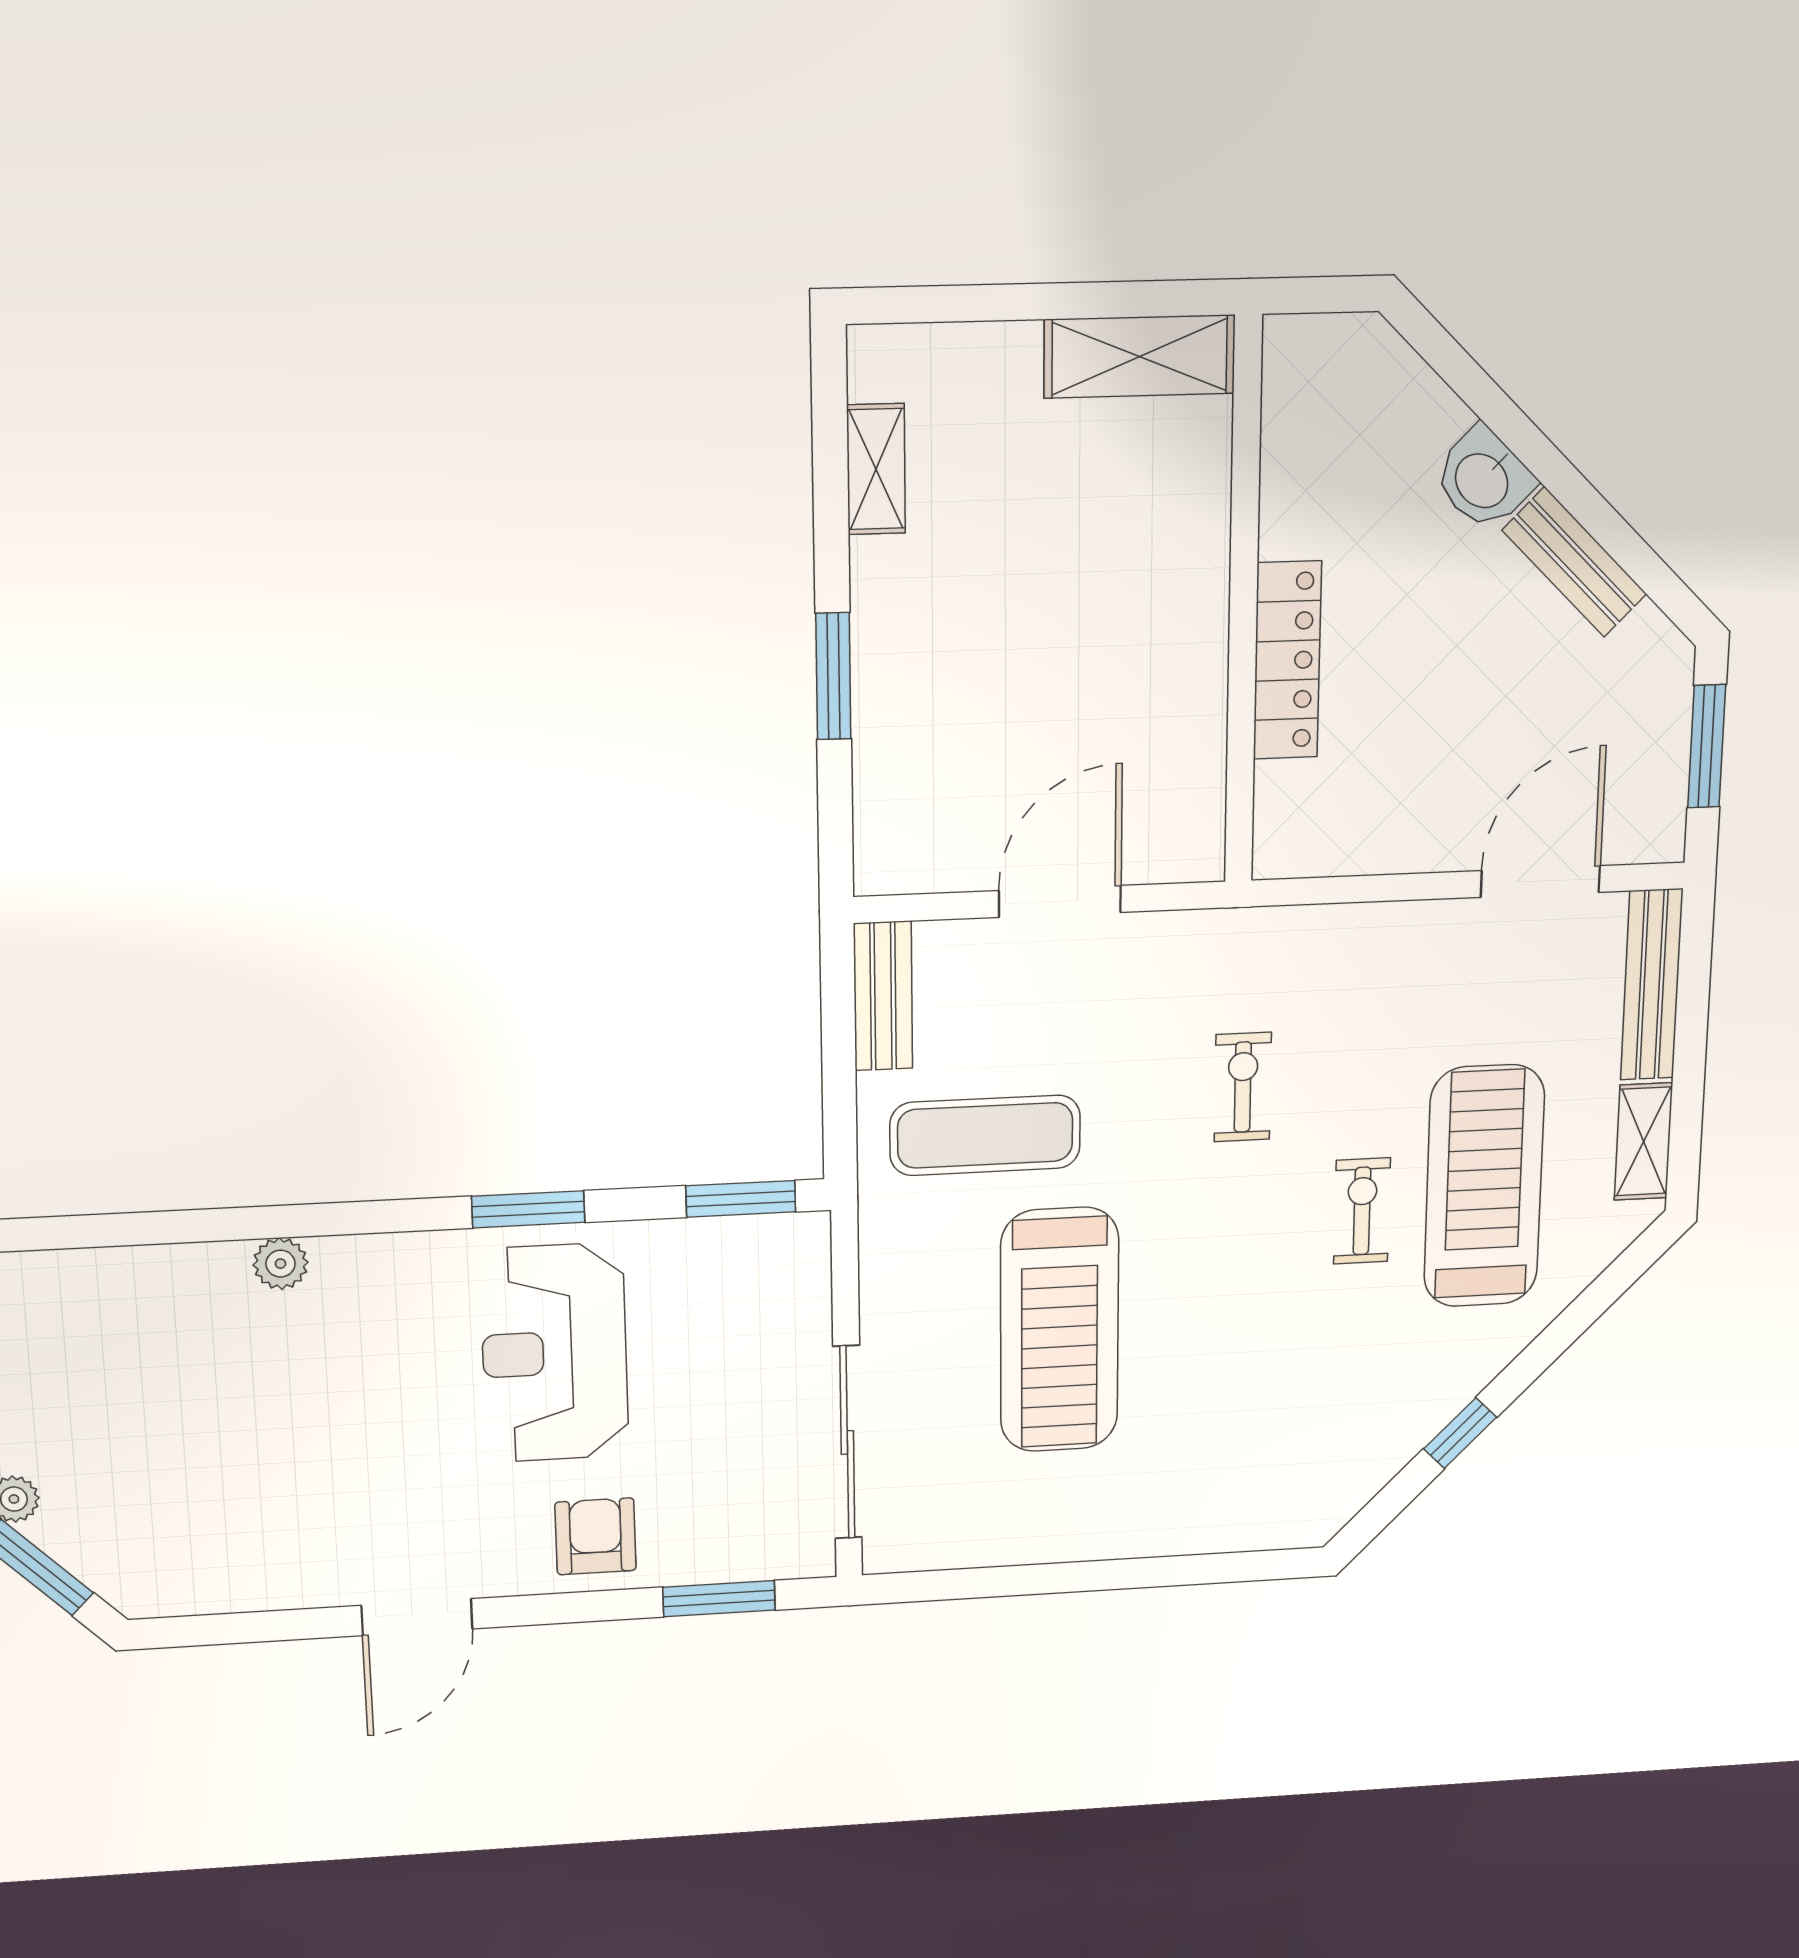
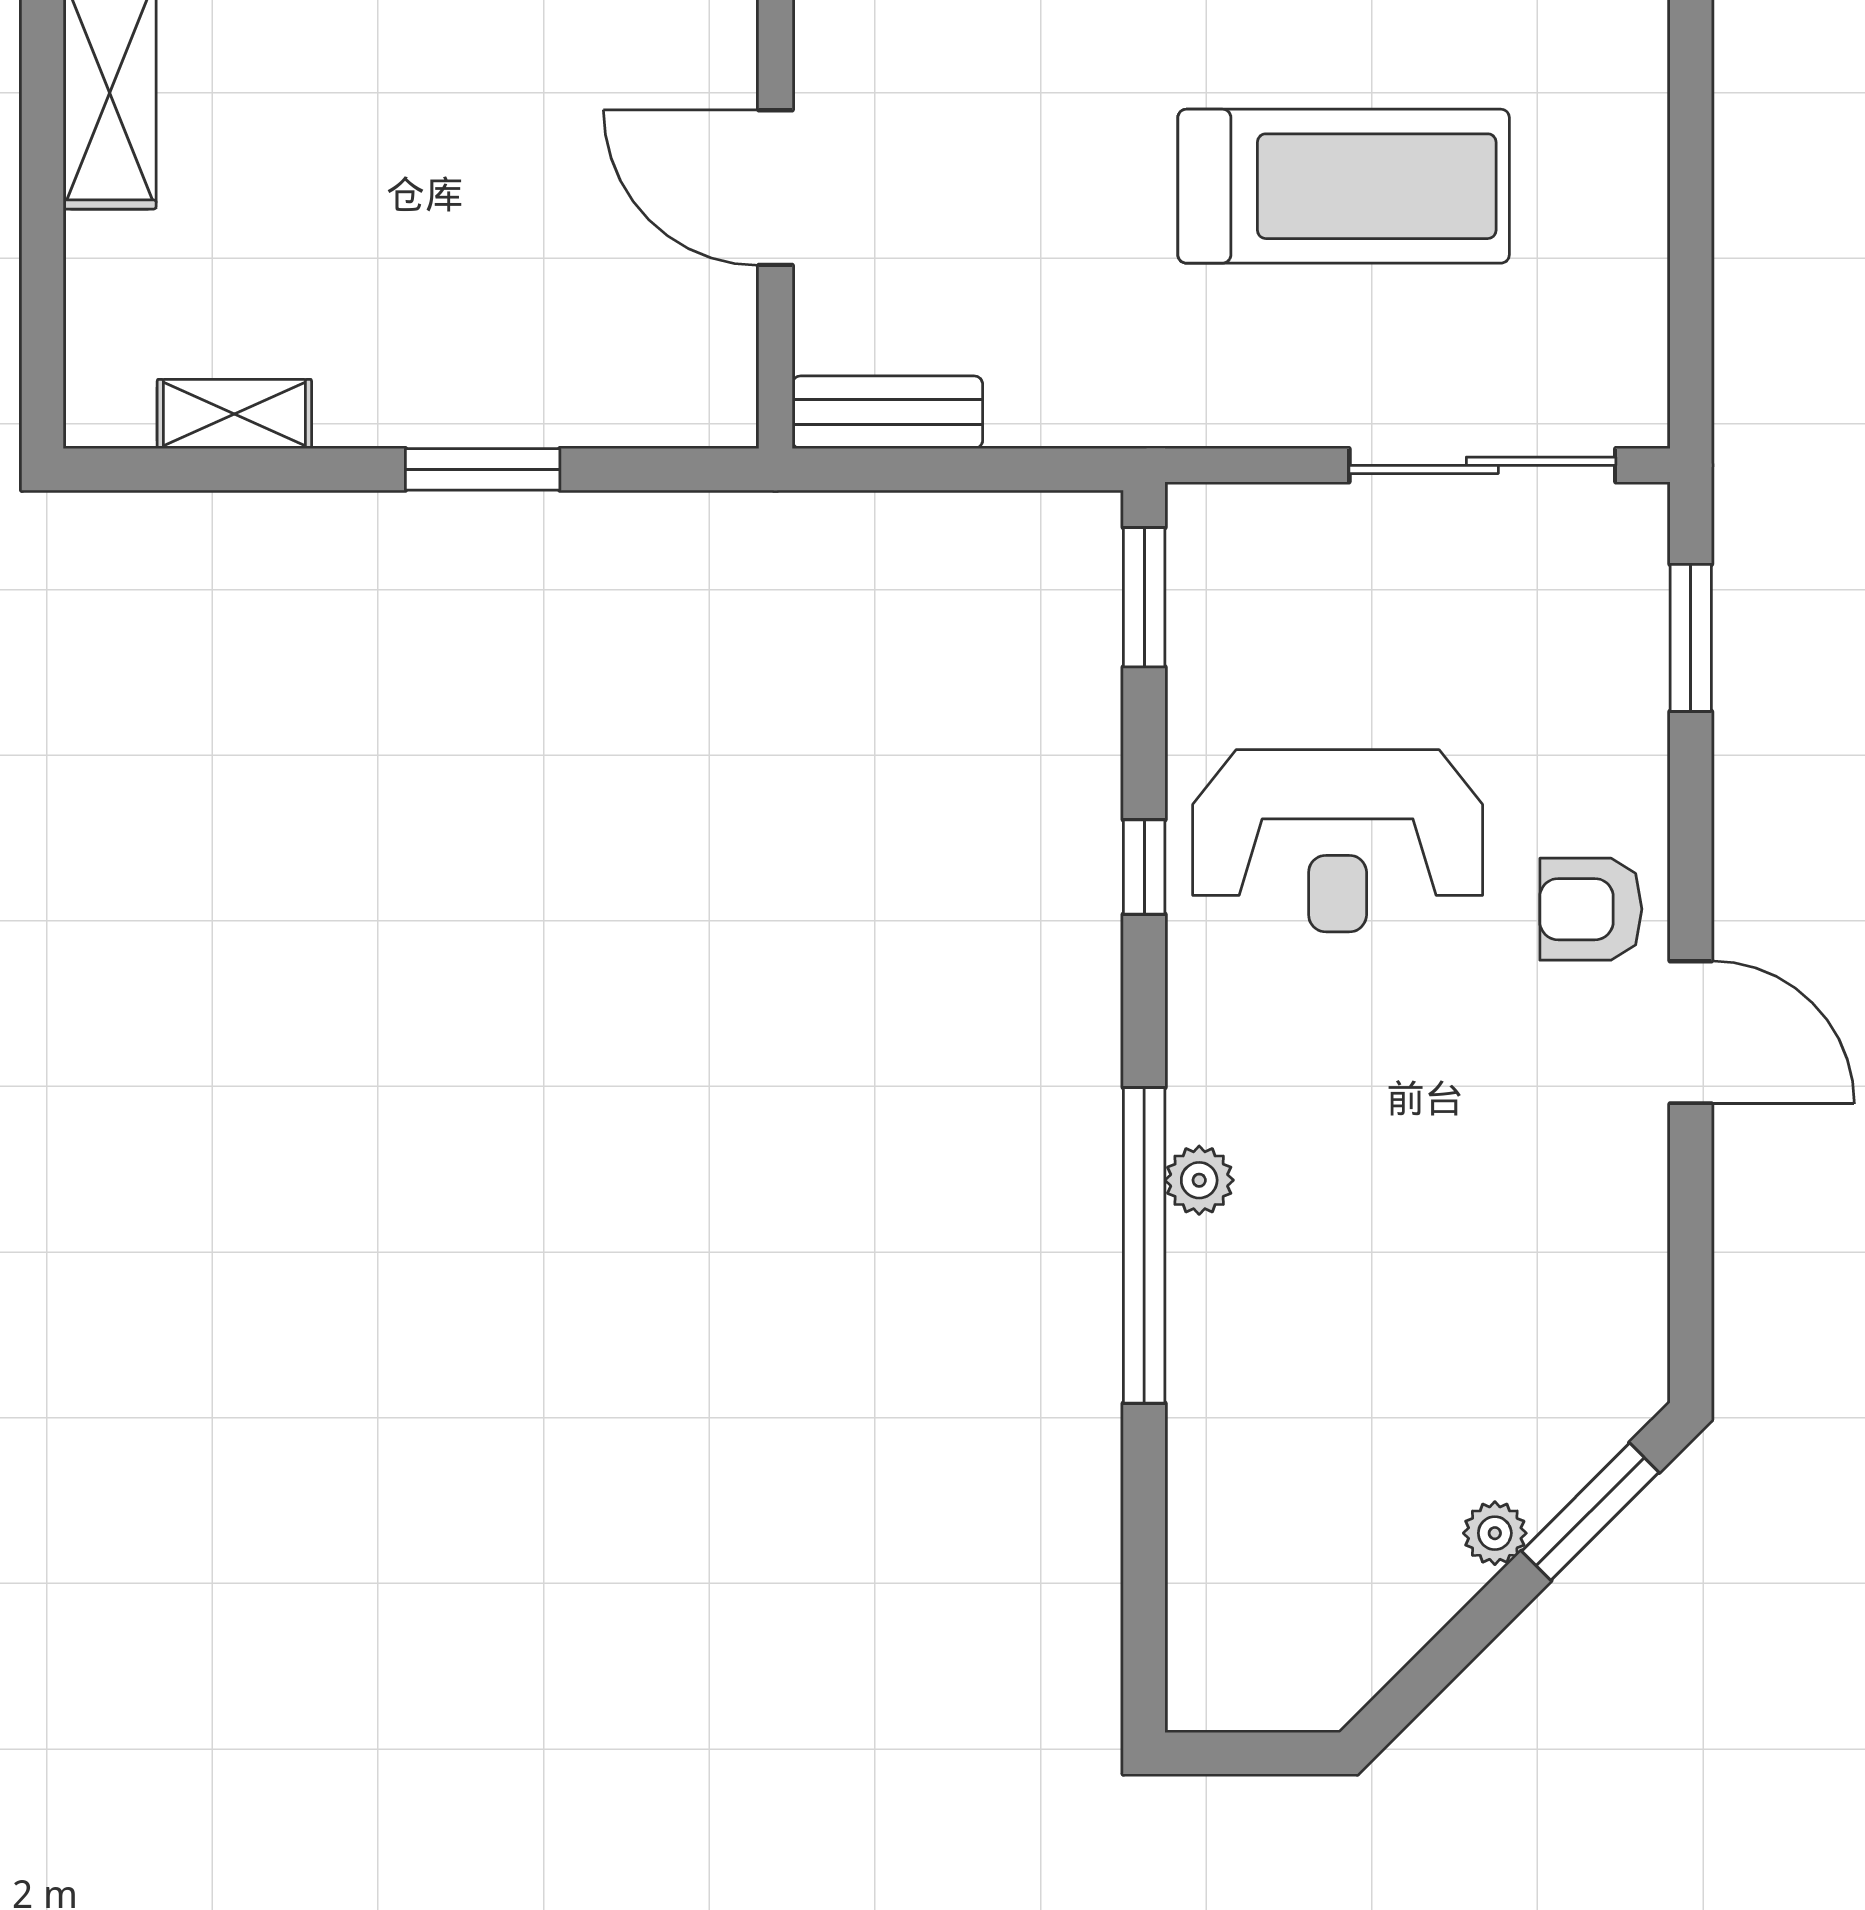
exercise mat: (985, 1135) -> (1076, 283), removed
window: (528, 1209) -> (1144, 867), width x0.67
window: (226, 1224) -> (1144, 1245), added
armchair: (596, 1536) -> (1591, 909), moved

